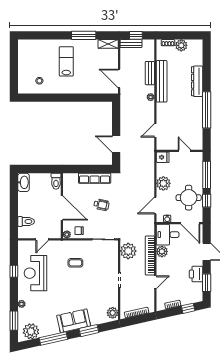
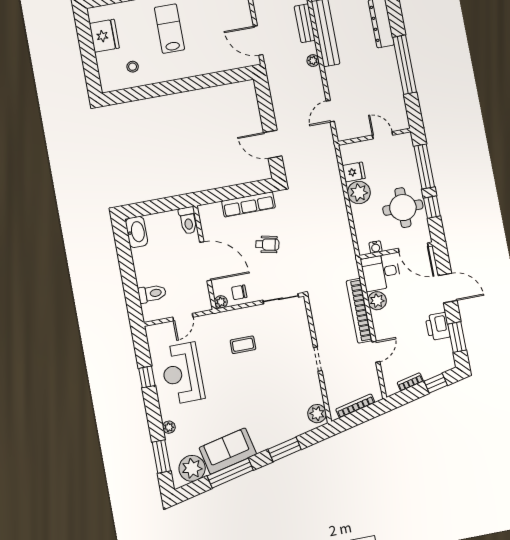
fridge: (26, 59) -> (104, 36), added
fridge: (163, 157) -> (354, 172), moved
door: (155, 205) -> (353, 230), removed
plant: (128, 251) -> (324, 310), removed
sofa: (74, 321) -> (228, 451), moved

